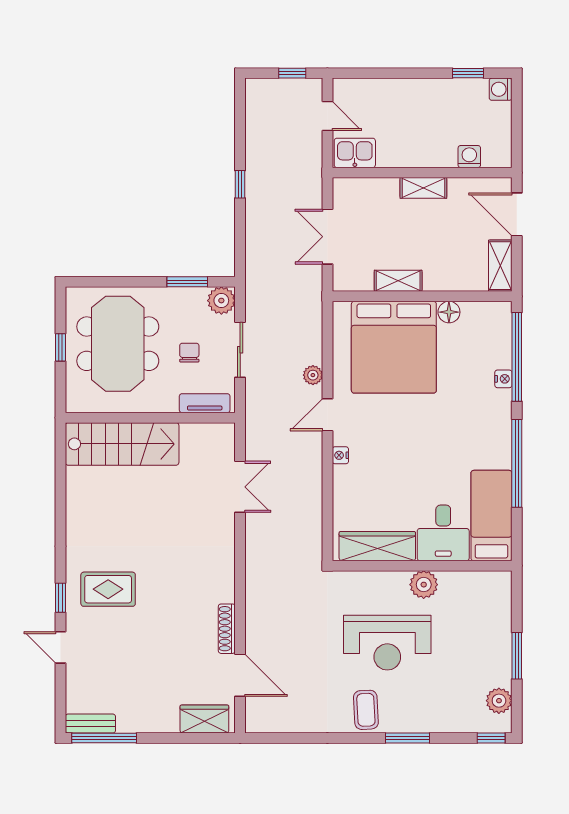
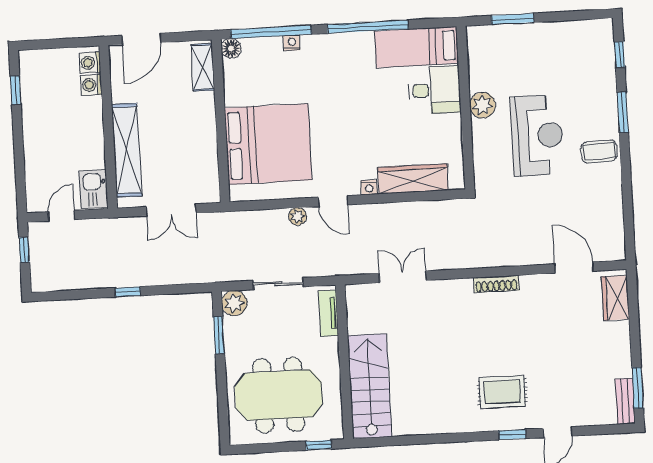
washing machine: (501, 89) -> (90, 63), moved, turned 90
shelving: (423, 188) -> (127, 150), width x2.20, depth x1.33
shelving: (500, 266) -> (203, 67), moved, turned 90
shelving: (398, 281) -> (208, 143), removed
floor lamp: (449, 312) -> (231, 48), moved
window: (61, 347) -> (319, 445), moved
chair: (189, 353) -> (283, 330), removed
wardrobe: (377, 546) -> (413, 179), moved, turned 90
rug: (108, 589) -> (502, 392), turned 90
shoe rack: (227, 629) -> (496, 284), moved
window: (517, 656) -> (513, 19), moved
door: (240, 675) -> (574, 268), hinge flipped
plant: (499, 701) -> (584, 31), removed
window: (104, 738) -> (638, 388), width x0.69
window: (491, 738) -> (620, 55), moved

